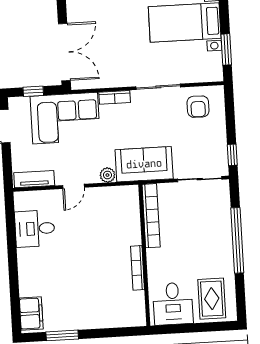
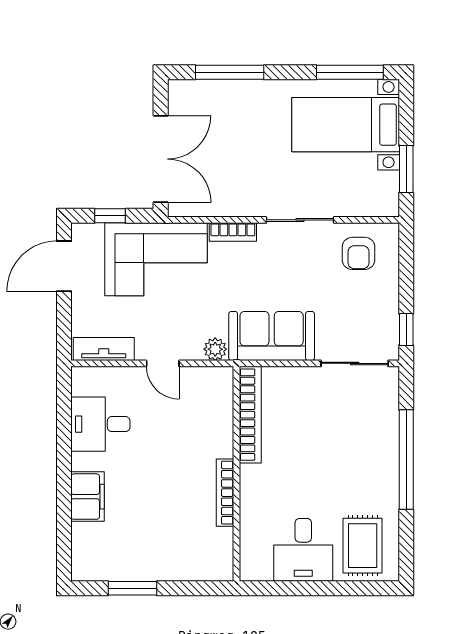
door: (74, 186) -> (163, 363), hinge flipped
bookcase: (151, 216) -> (250, 415), moved
wall: (144, 255) -> (236, 474), moved
bookcase: (138, 268) -> (225, 493), moved
filing cabinet: (31, 313) -> (87, 497), moved

